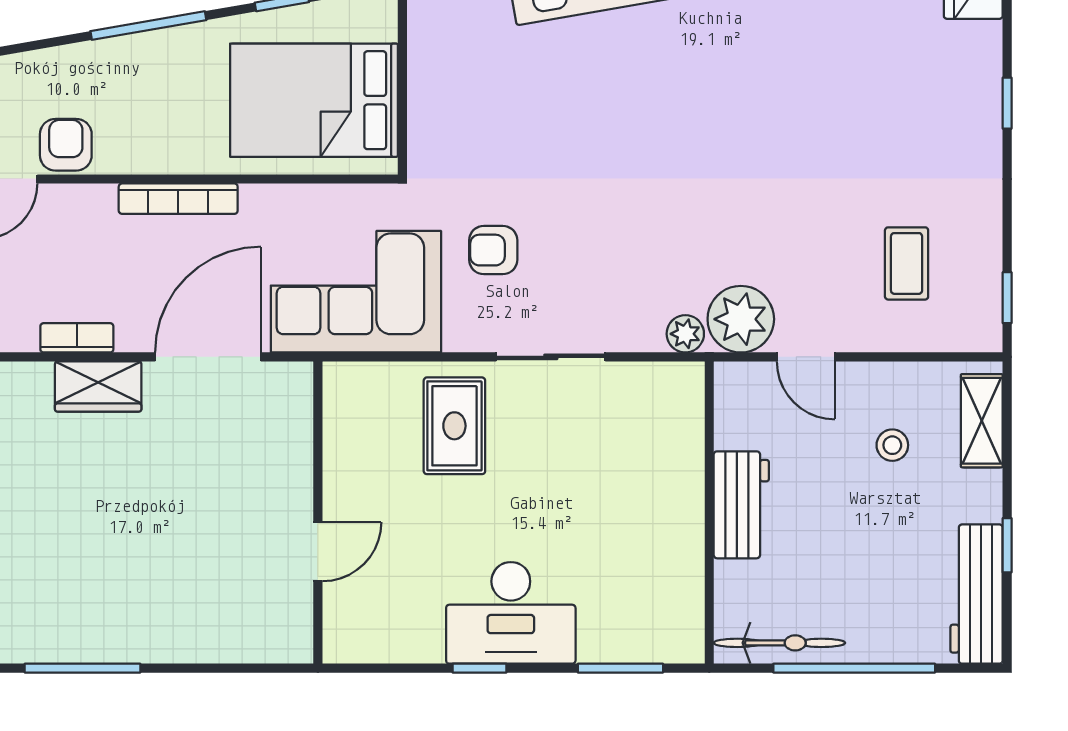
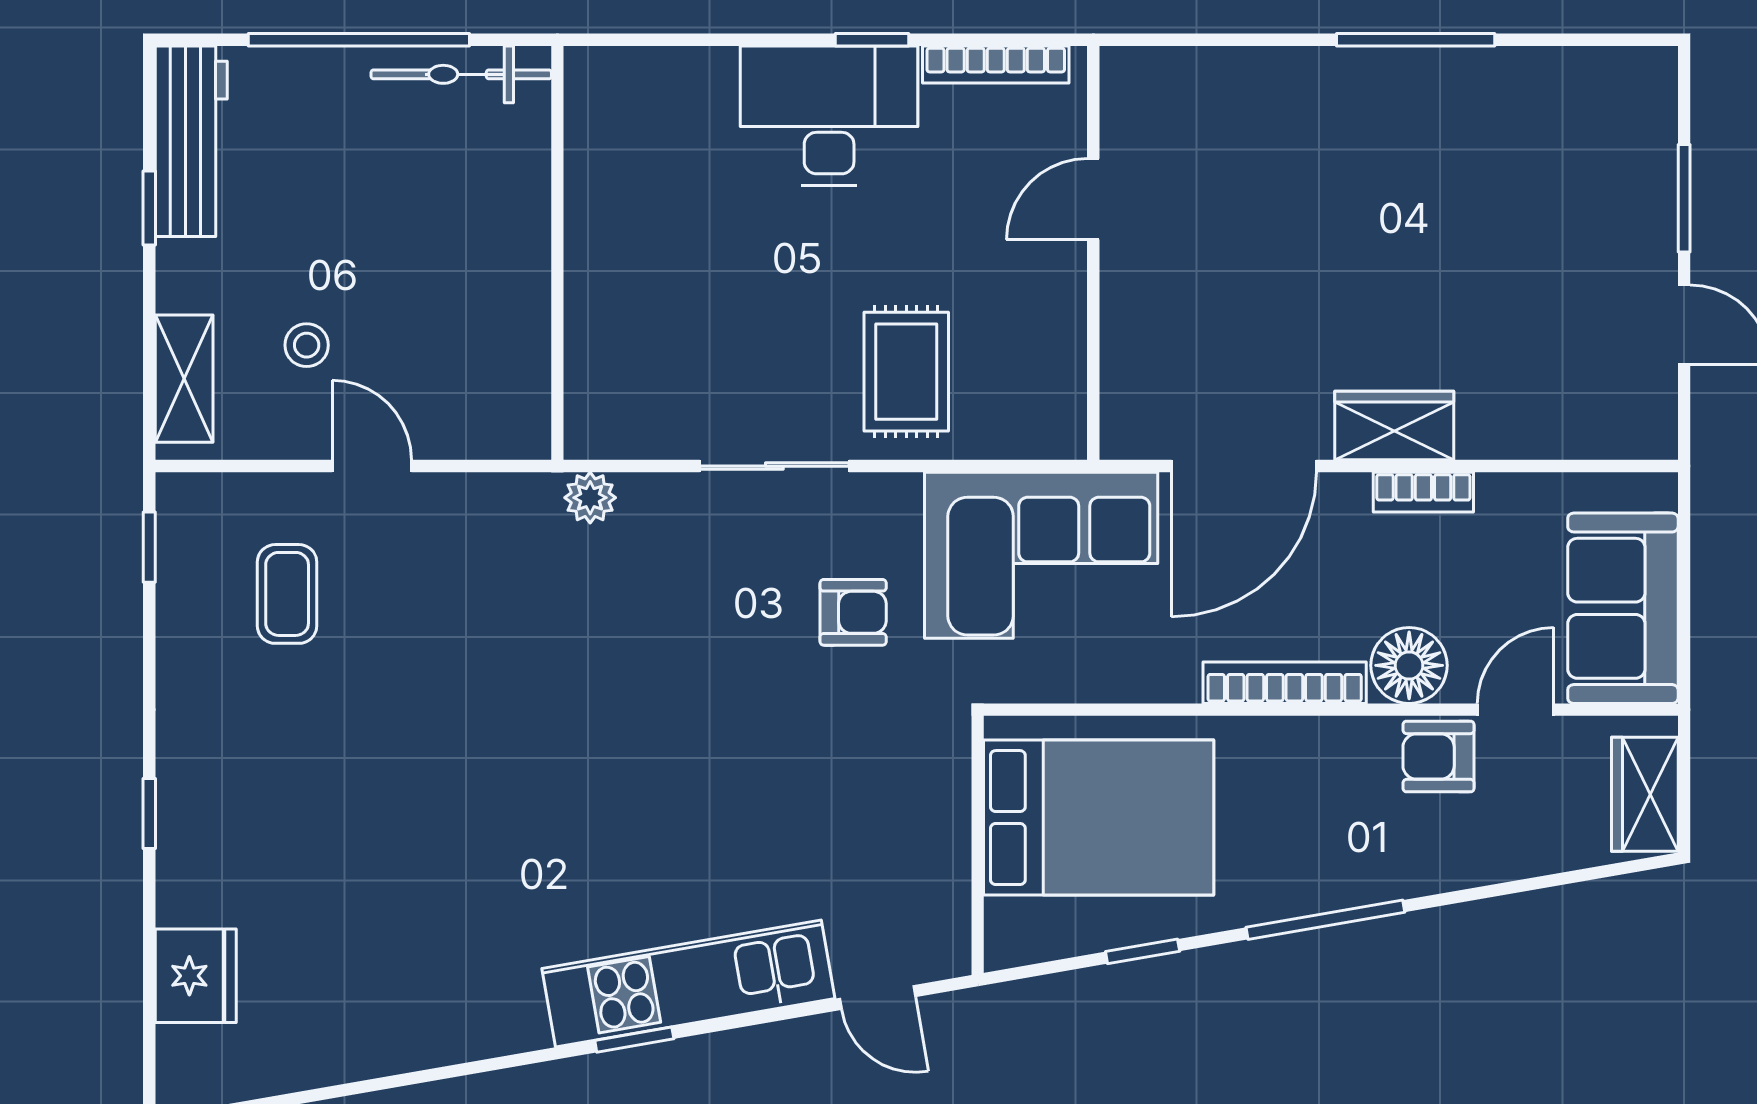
armchair: (66, 145) -> (1439, 756), turned 90
floor lamp: (87, 211) -> (1409, 665), added
plant: (741, 319) -> (514, 518), removed
door: (806, 357) -> (372, 466), moved
workbench: (741, 505) -> (513, 263), removed
bookcase: (389, 650) -> (996, 65), added
window: (620, 668) -> (679, 40), removed

